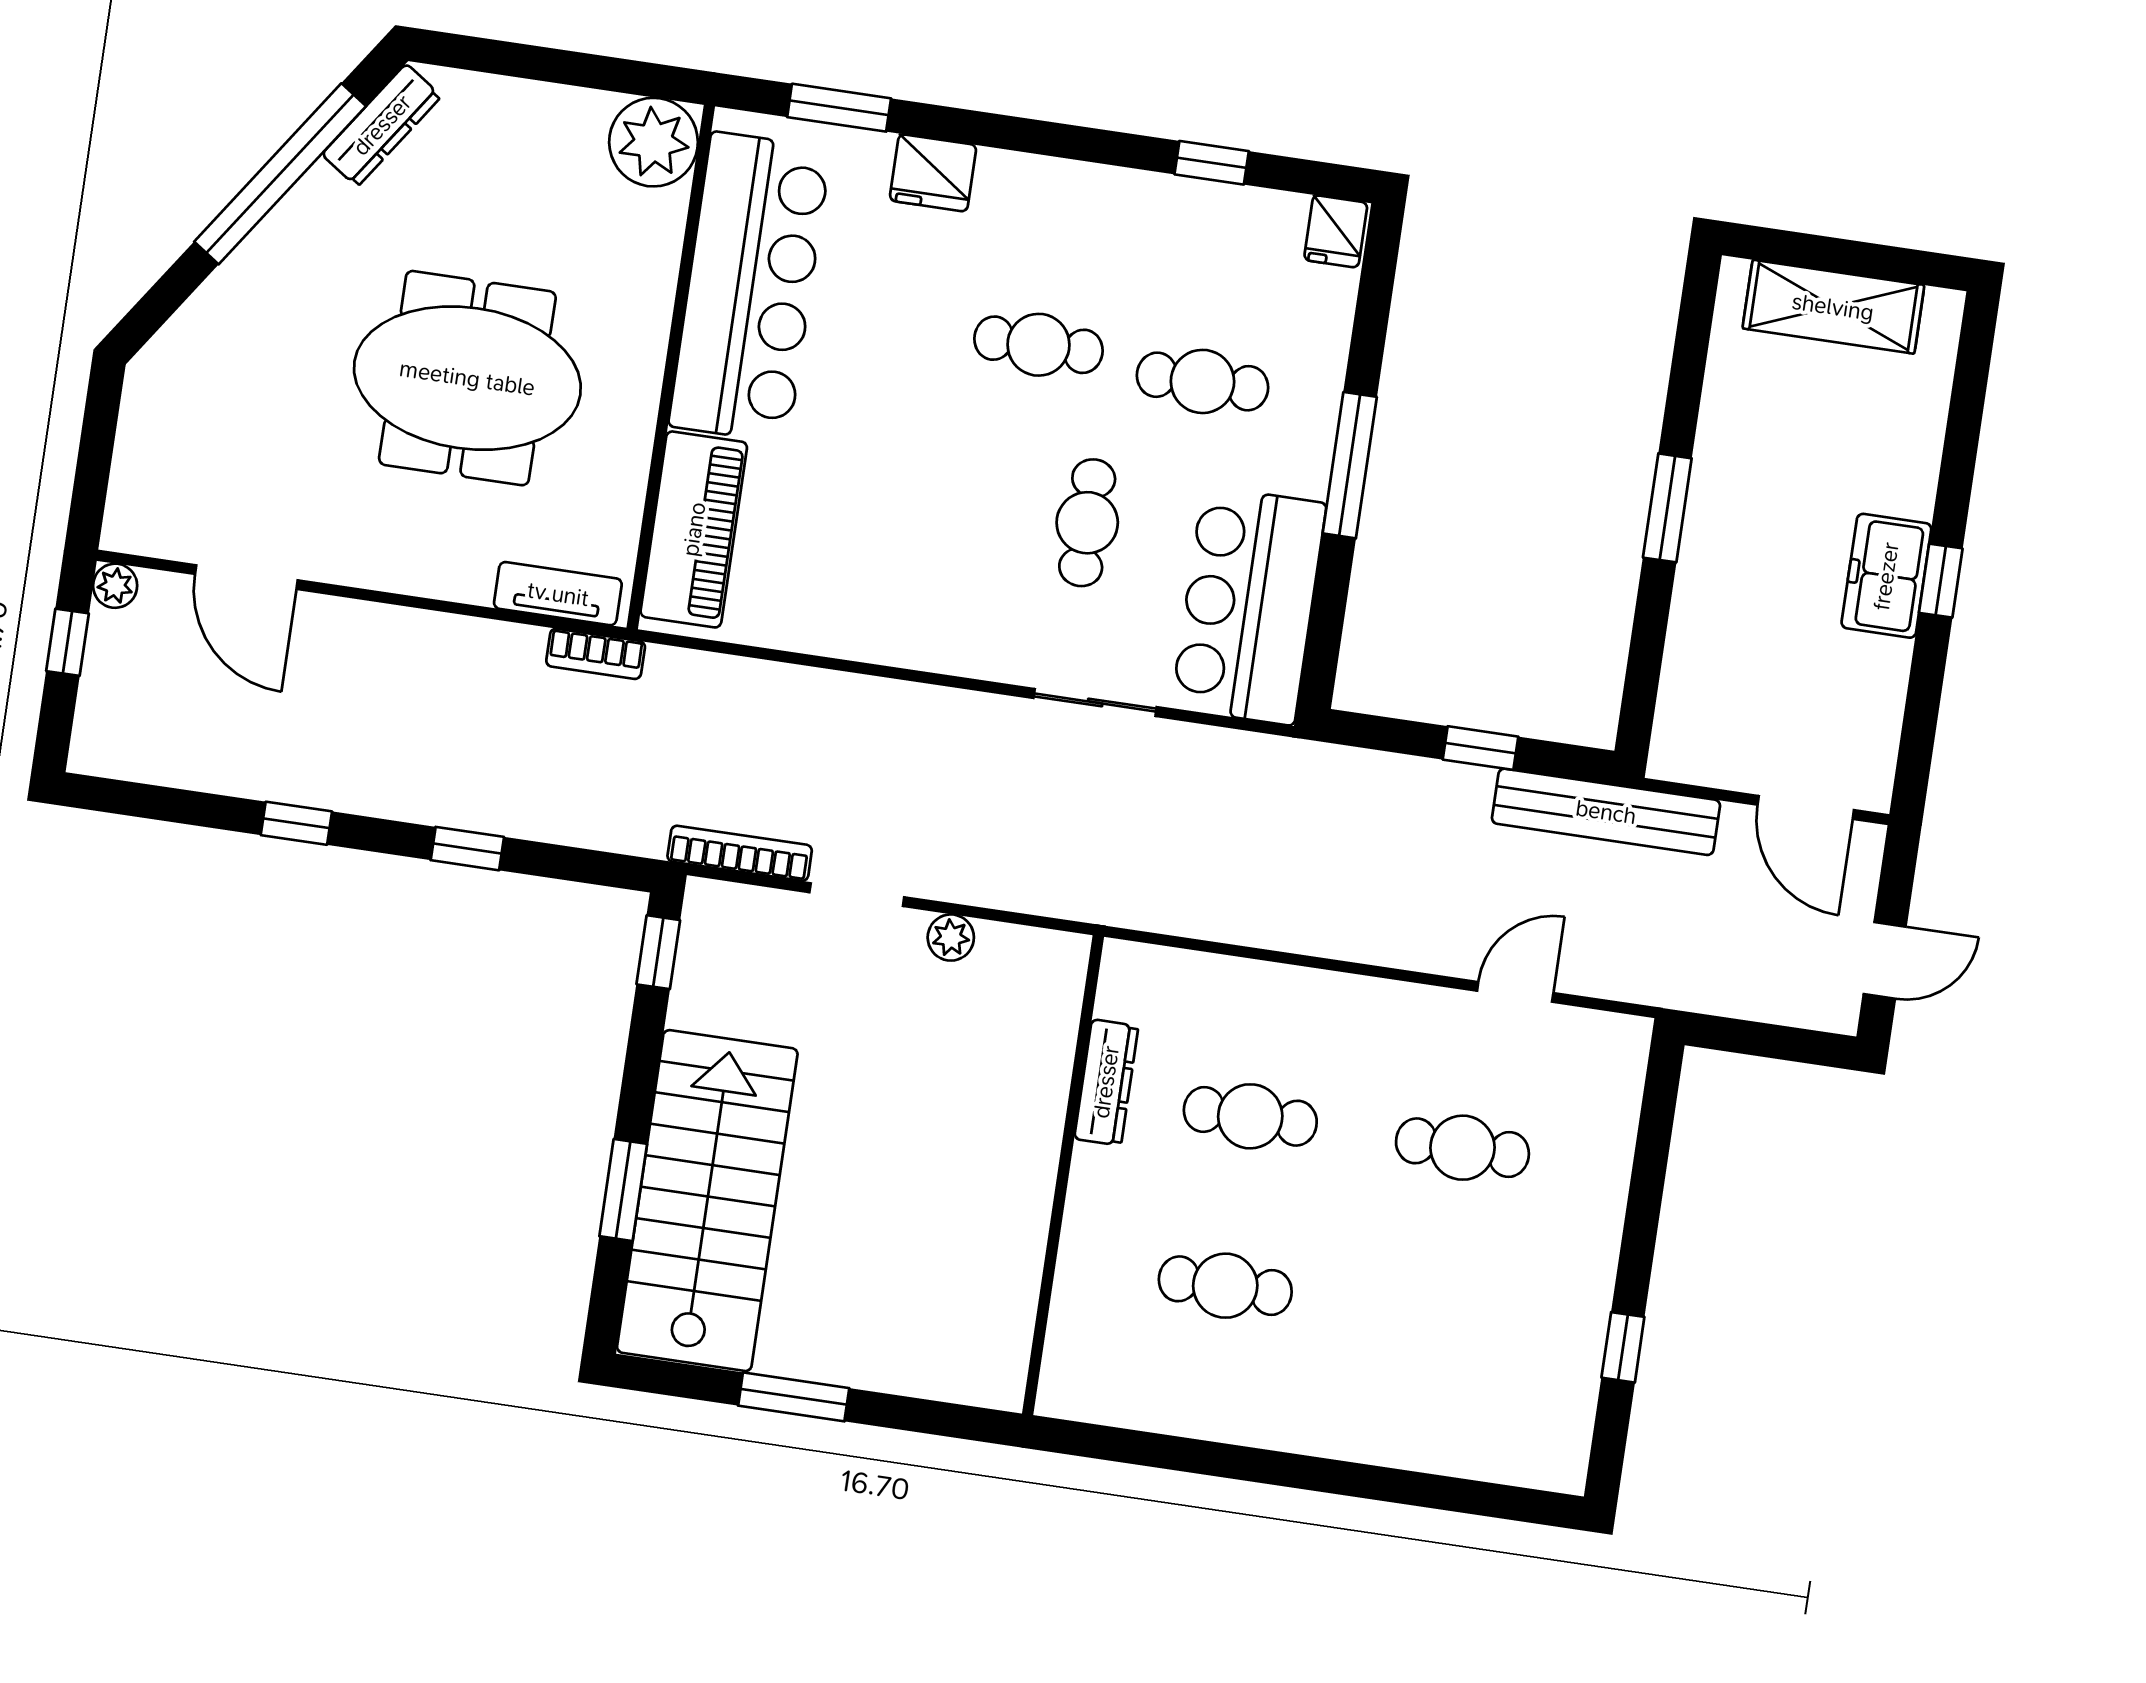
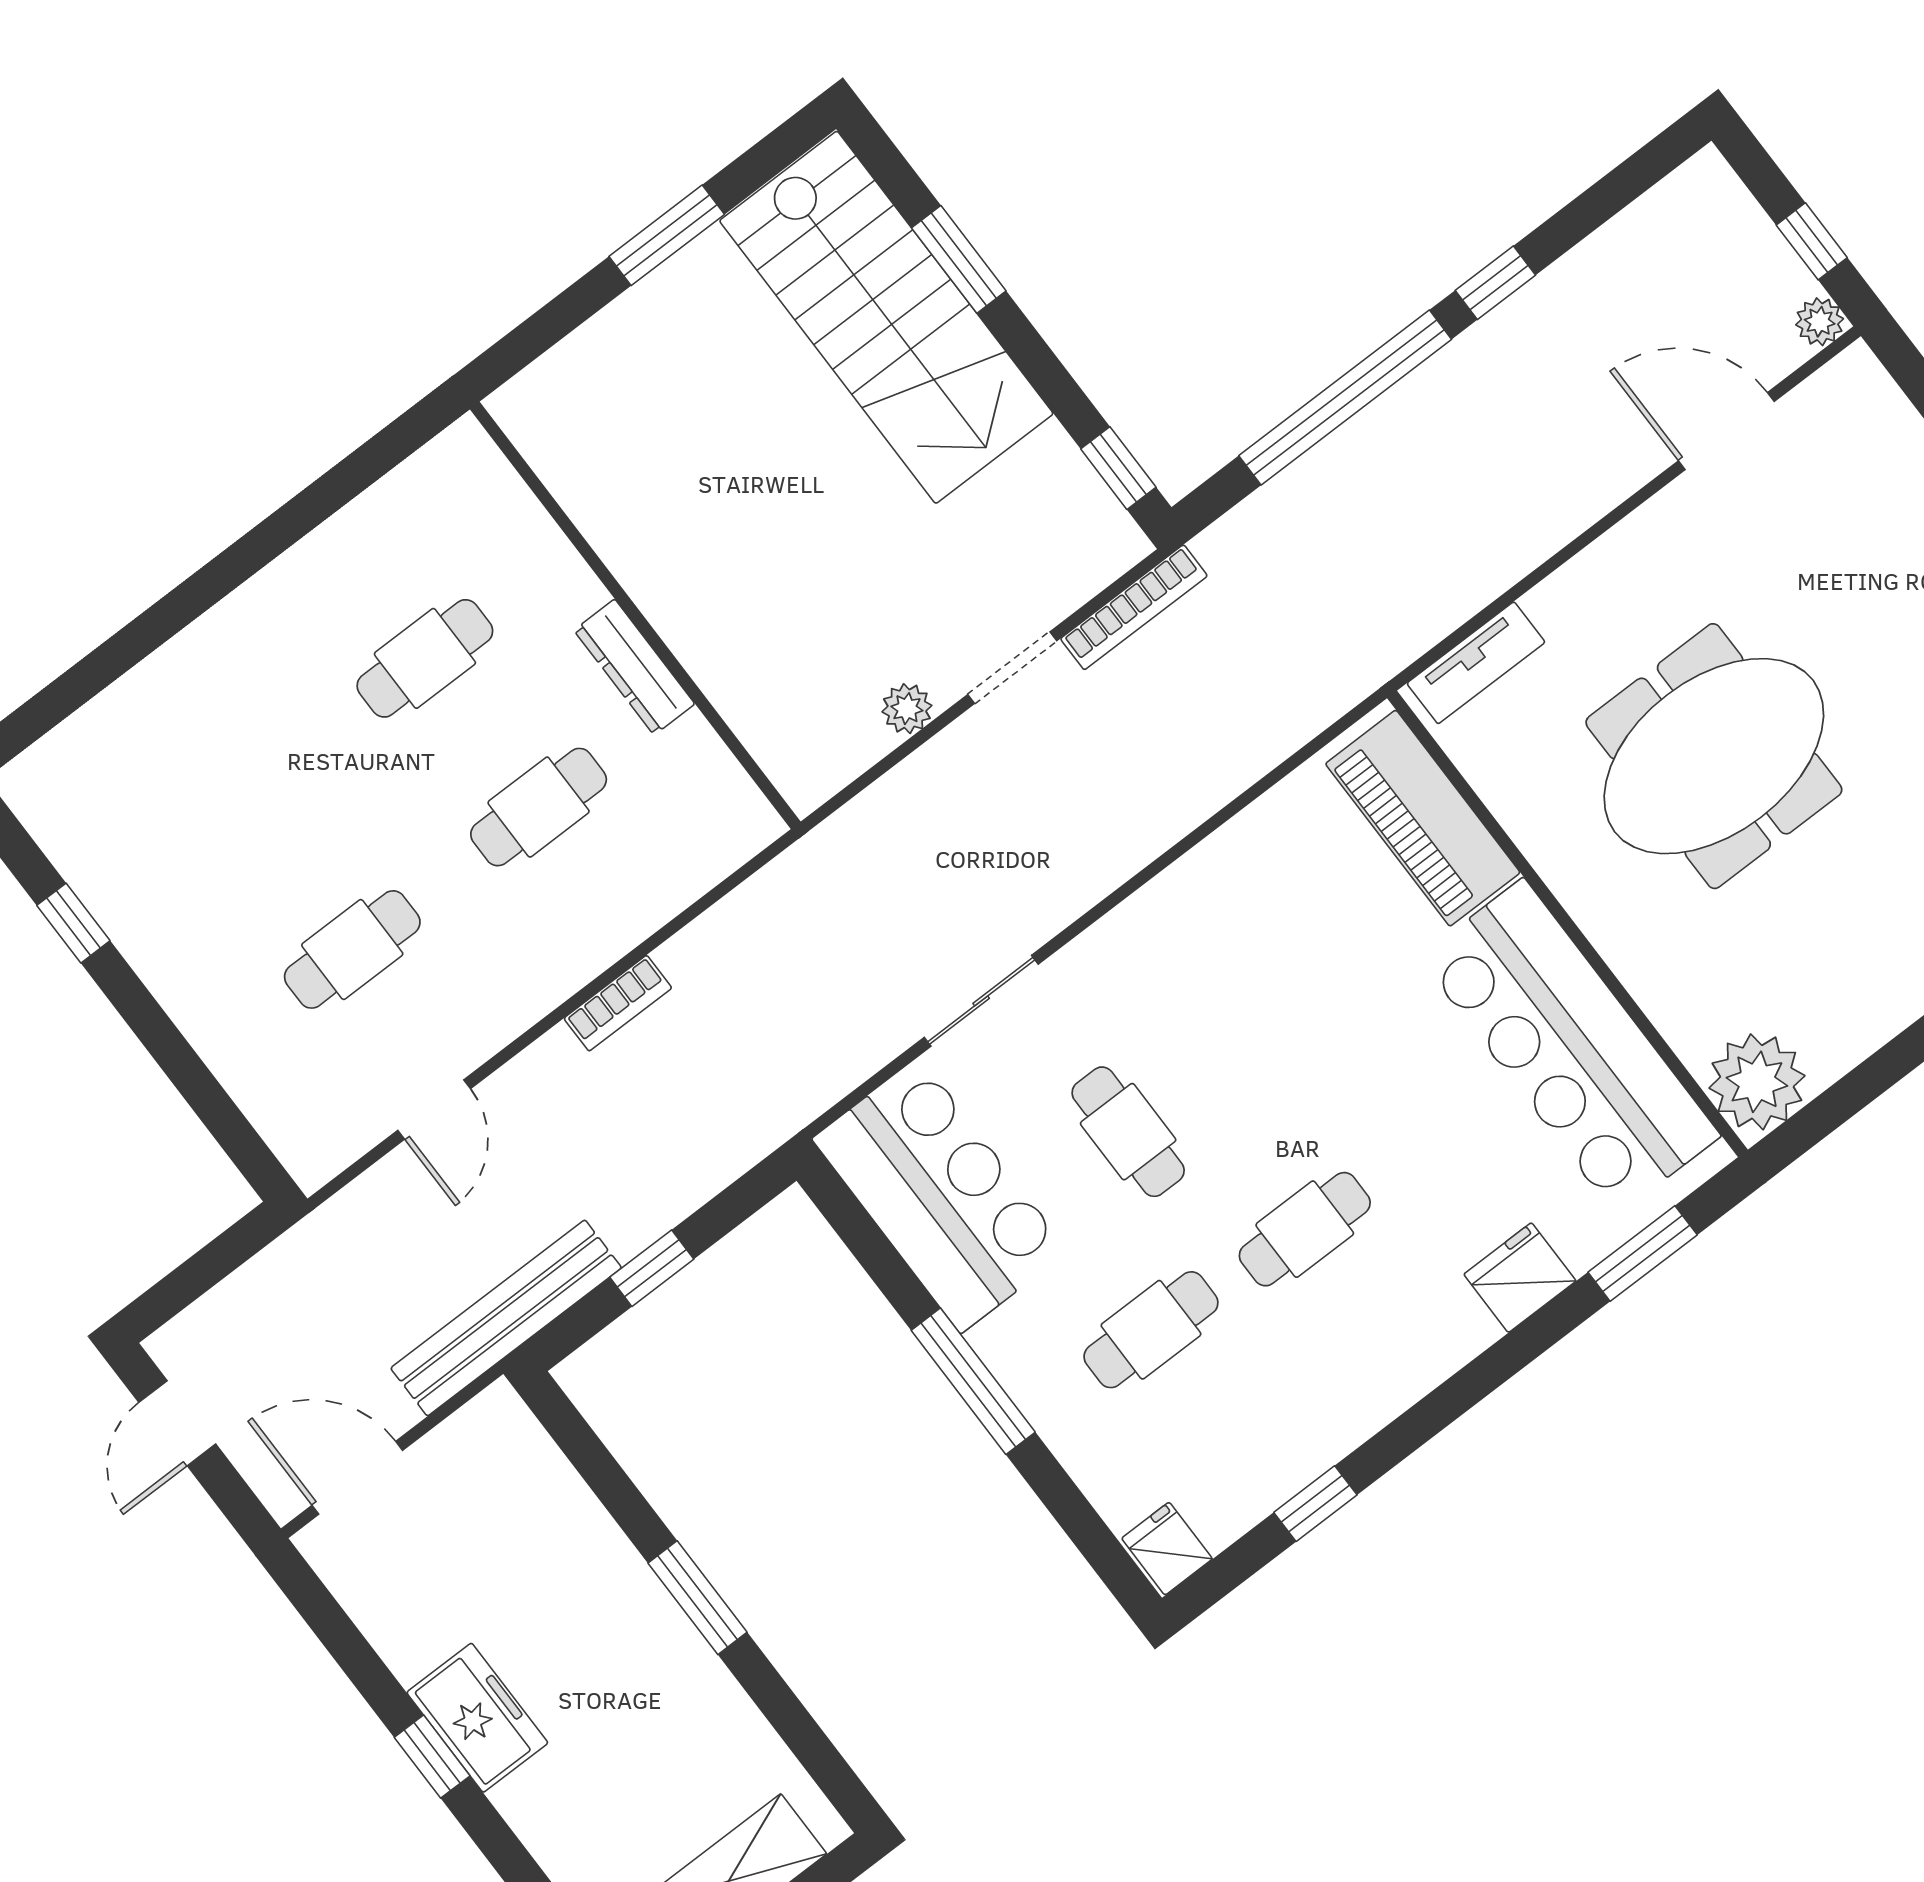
bookcase: (596, 654) -> (618, 1003), moved, turned 180
window: (467, 849) -> (1345, 398), width x3.17
dresser: (1106, 1082) -> (634, 667), moved

